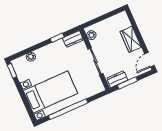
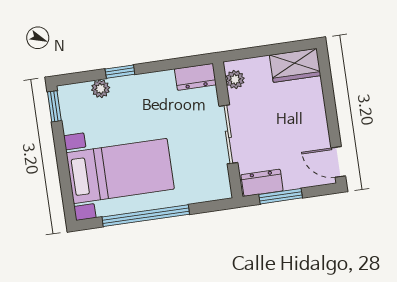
window: (57, 38) -> (120, 72), moved
wardrobe: (131, 39) -> (295, 65), moved, turned -90
door: (149, 60) -> (338, 162), hinge flipped

